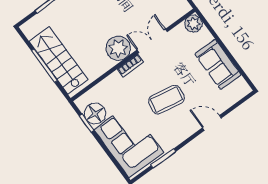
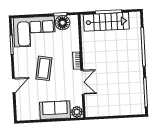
plant: (118, 48) -> (91, 60), removed
sofa: (218, 64) -> (55, 110), moved

